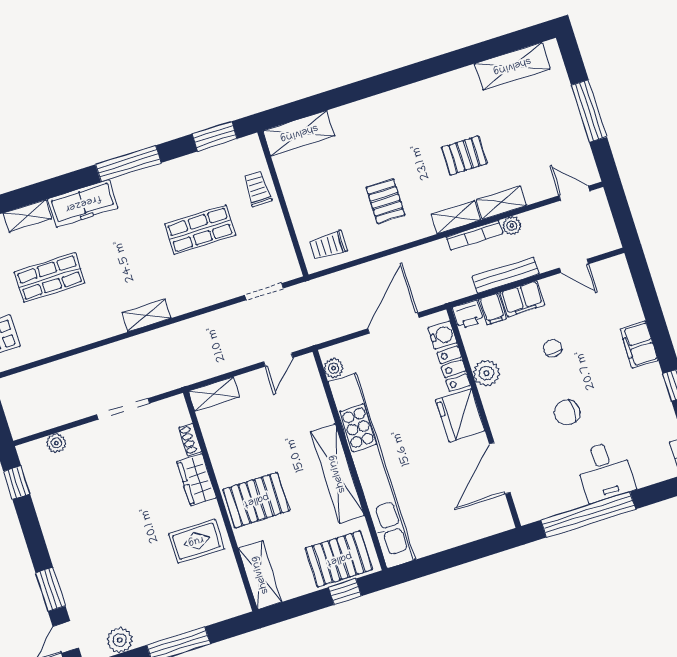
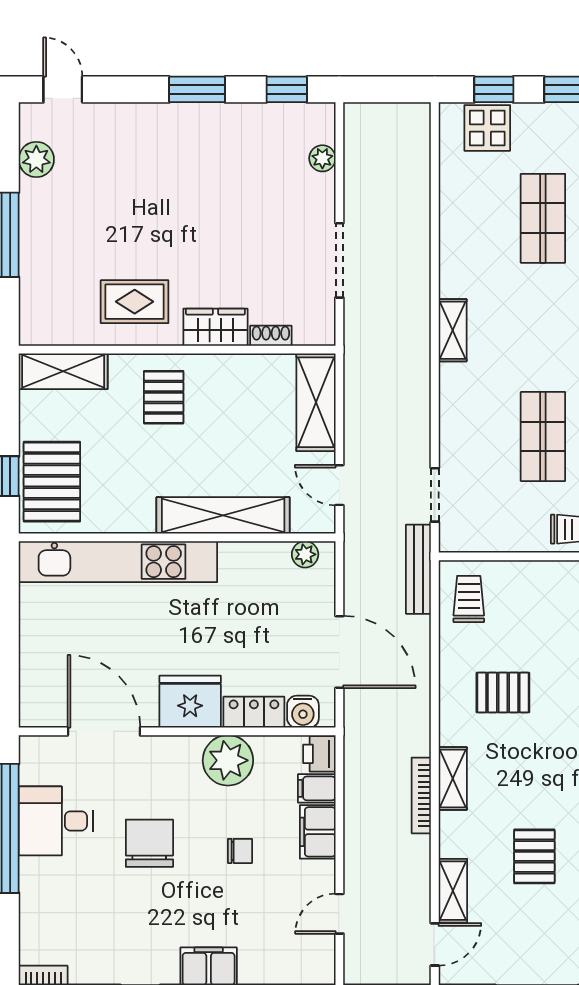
pallet: (464, 155) -> (534, 856), moved
shelving: (501, 203) -> (453, 891), moved
plant: (512, 226) -> (418, 849), removed
bench: (506, 275) -> (418, 569), moved
plant: (486, 373) -> (228, 760), width x1.36, depth x1.36
shelving: (214, 394) -> (316, 402), width x1.50, depth x1.33
chair: (567, 412) -> (149, 843), width x1.37, depth x1.37
kitchen unit: (372, 471) -> (118, 562), width x0.73
desk: (605, 471) -> (56, 821), moved
shelving: (337, 474) -> (223, 515), moved
pallet: (256, 500) -> (164, 397), width x0.67, depth x0.71
rug: (196, 541) -> (135, 302), turned 90
window: (51, 589) -> (197, 89), moved

